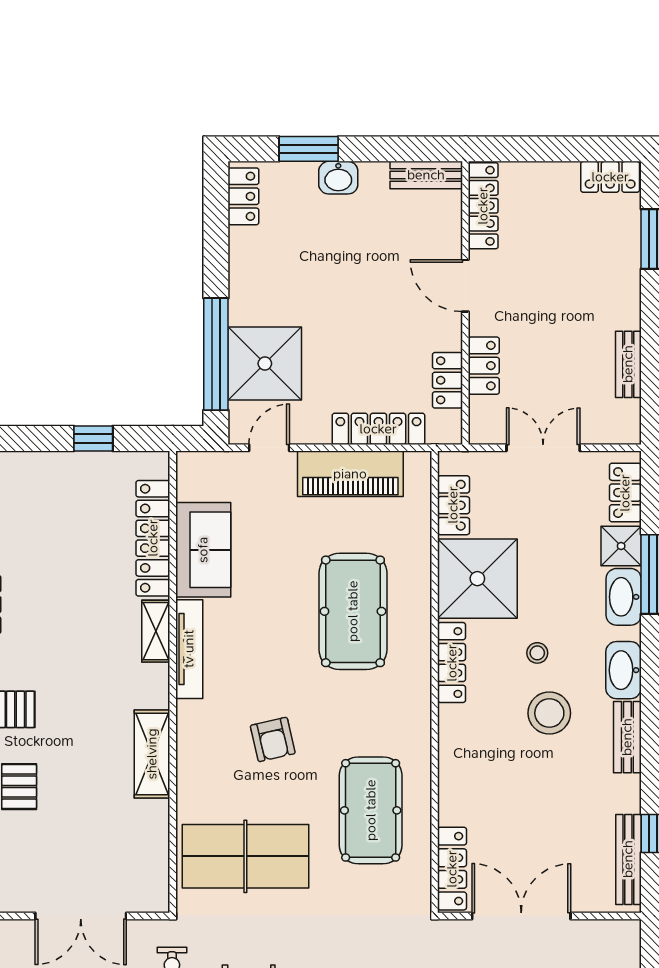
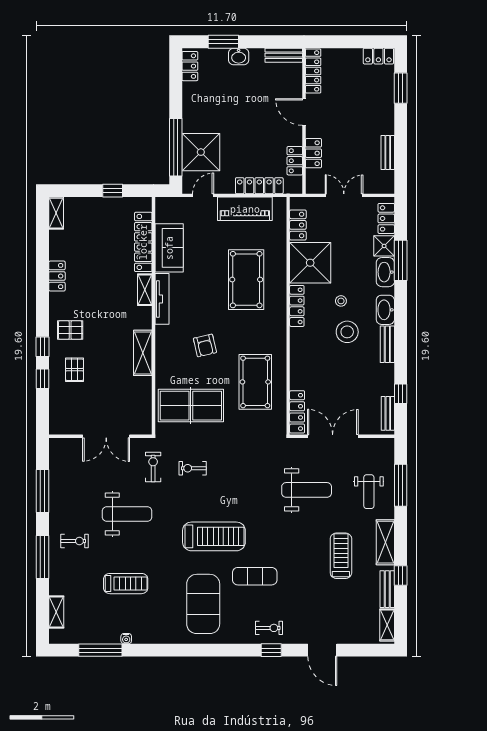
bench: (628, 859) -> (388, 413), width x0.73

